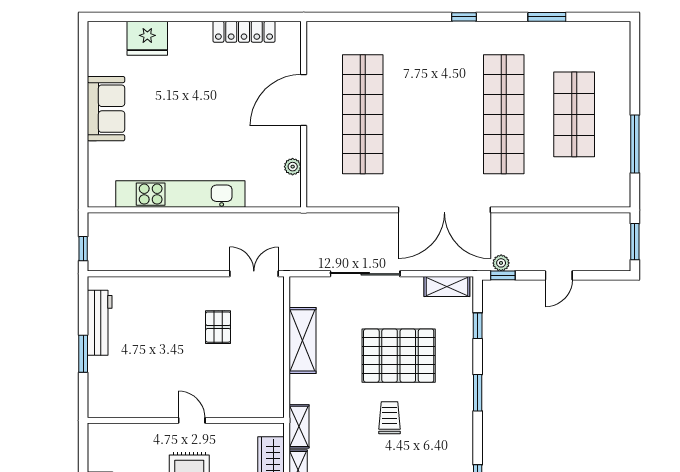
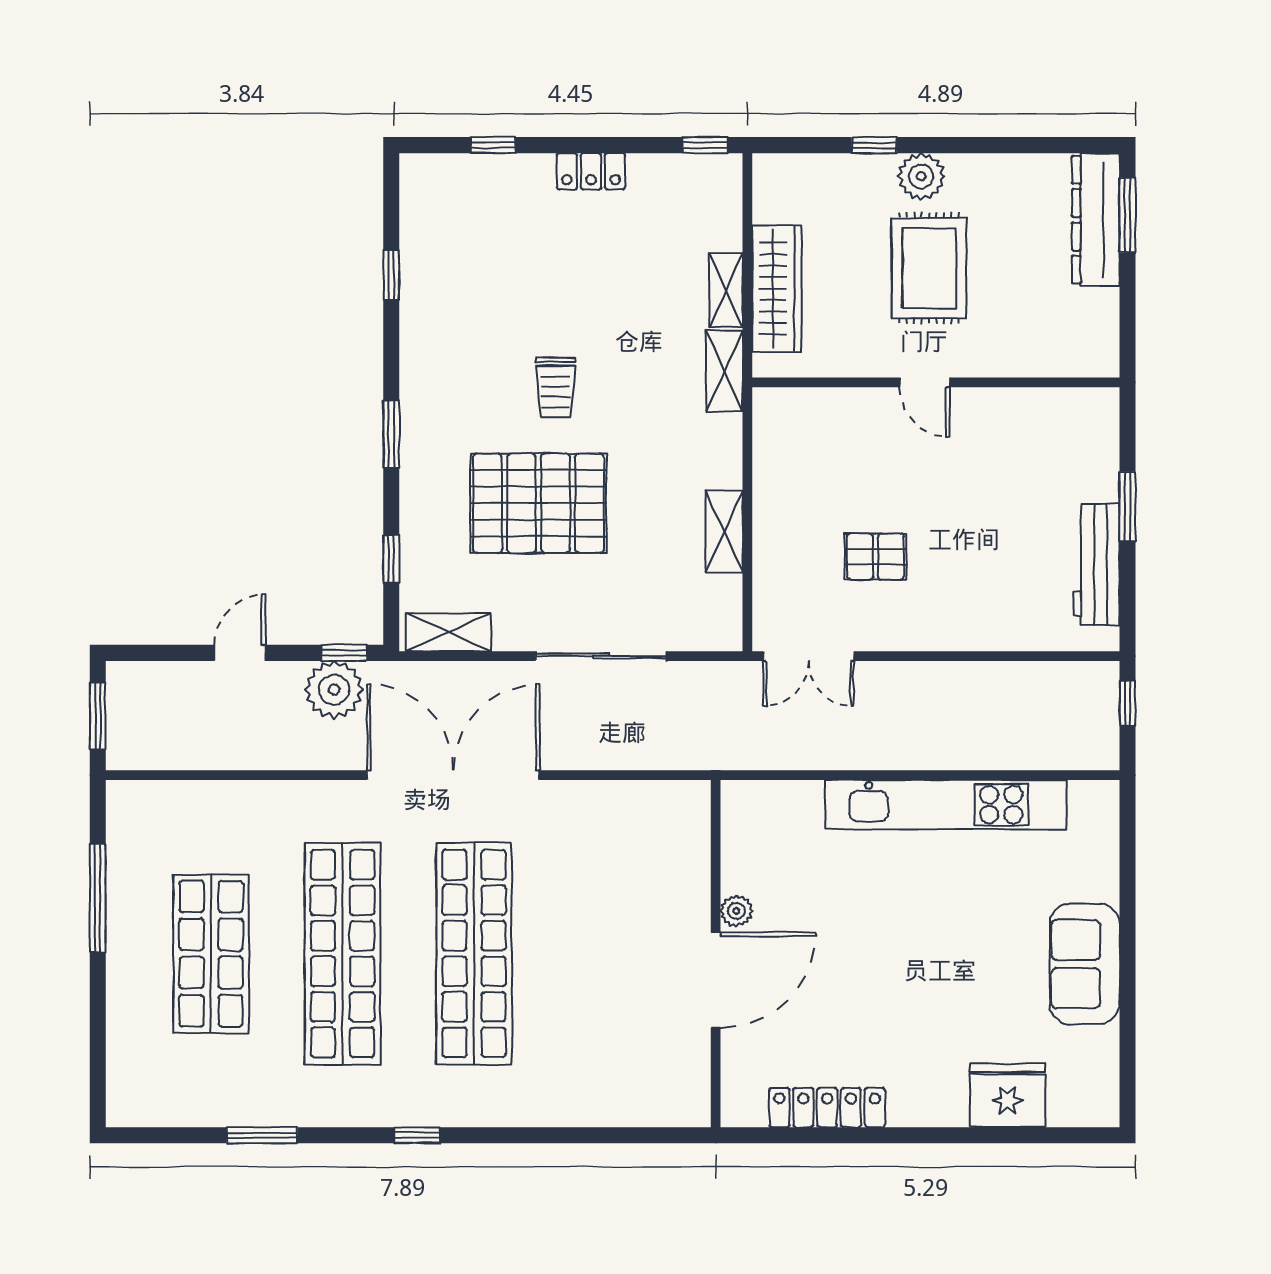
shop shelf: (363, 114) -> (474, 954), moved
plant: (293, 167) -> (736, 911), moved
plant: (501, 263) -> (334, 690), width x1.88, depth x1.88
pallet: (218, 327) -> (875, 557), turned 90
shelving: (303, 340) -> (724, 532), width x0.67, depth x0.75

